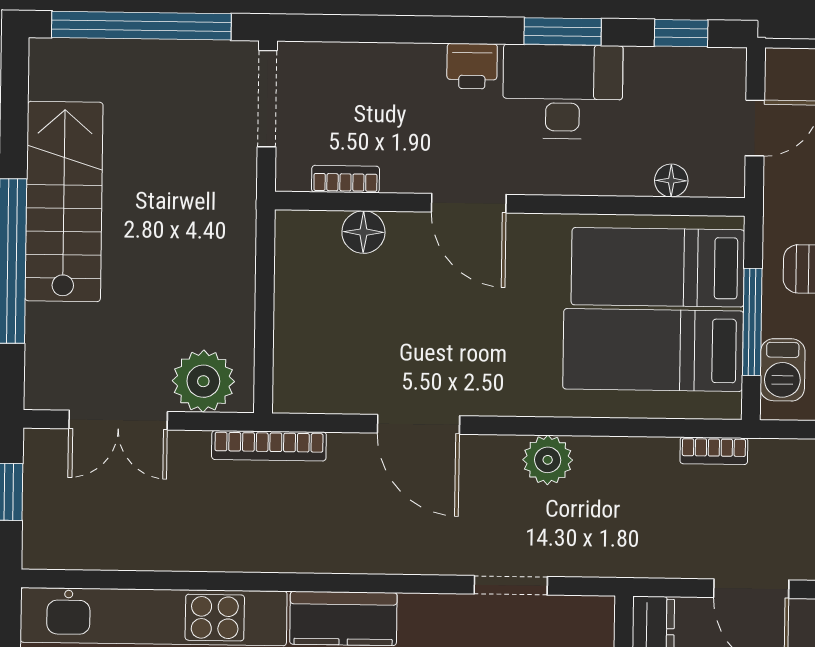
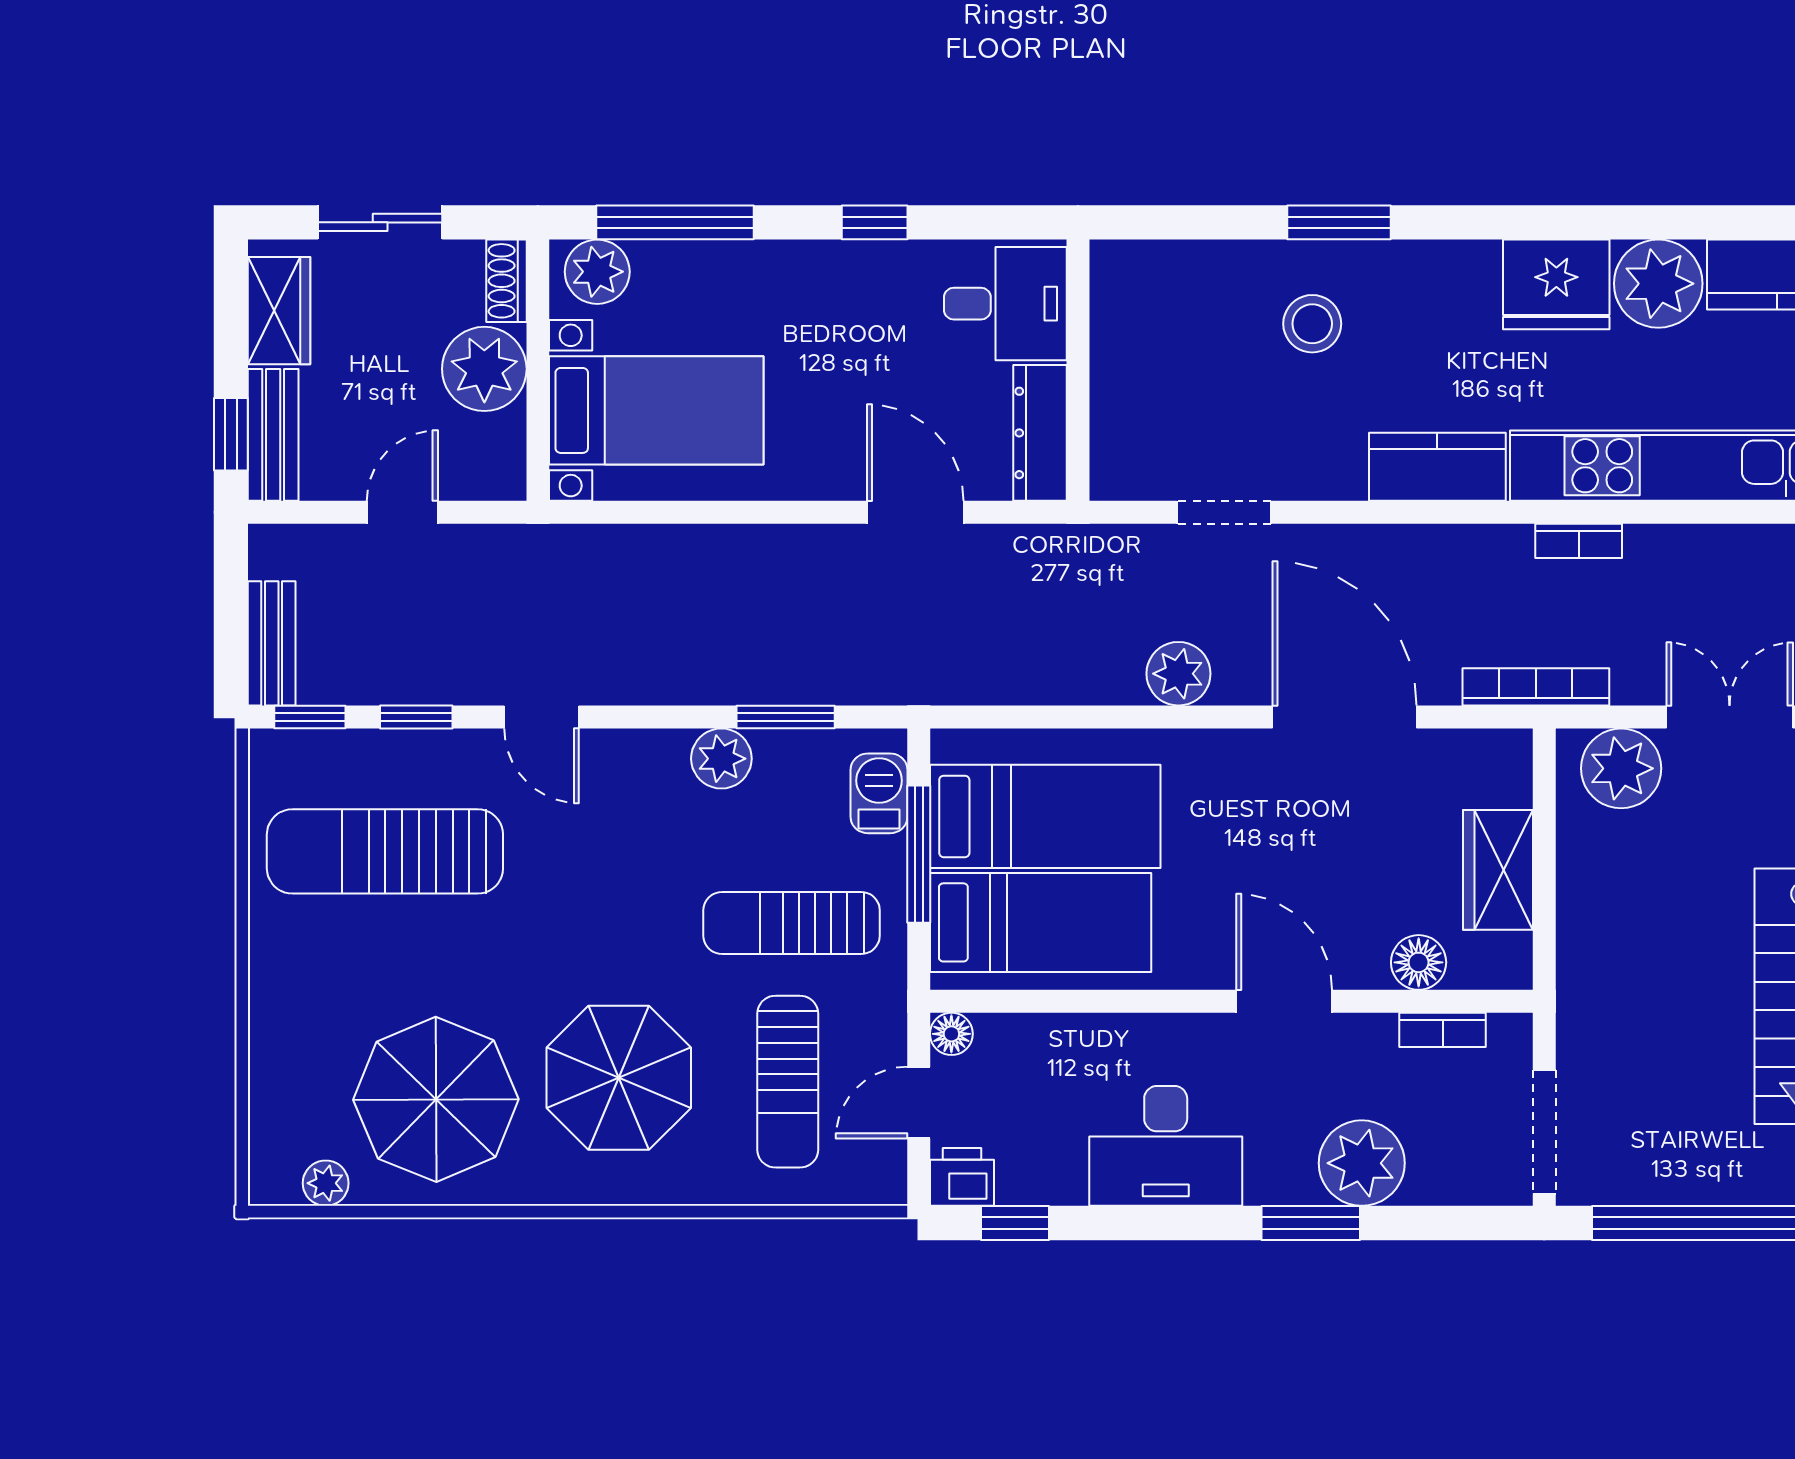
window: (563, 31) -> (1311, 1223), moved
printer: (472, 66) -> (962, 1177), moved
plant: (410, 76) -> (1362, 1163), added
floor lamp: (671, 181) -> (951, 1034), moved
wardrobe: (300, 303) -> (1498, 870), added
door: (418, 424) -> (1345, 717), width x1.36
bookcase: (714, 451) -> (1579, 541), moved, turned 180

